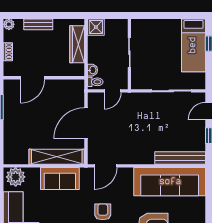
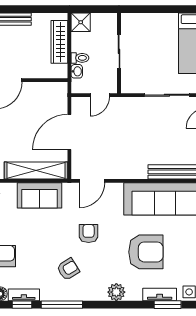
toilet: (95, 82) -> (80, 58), moved

